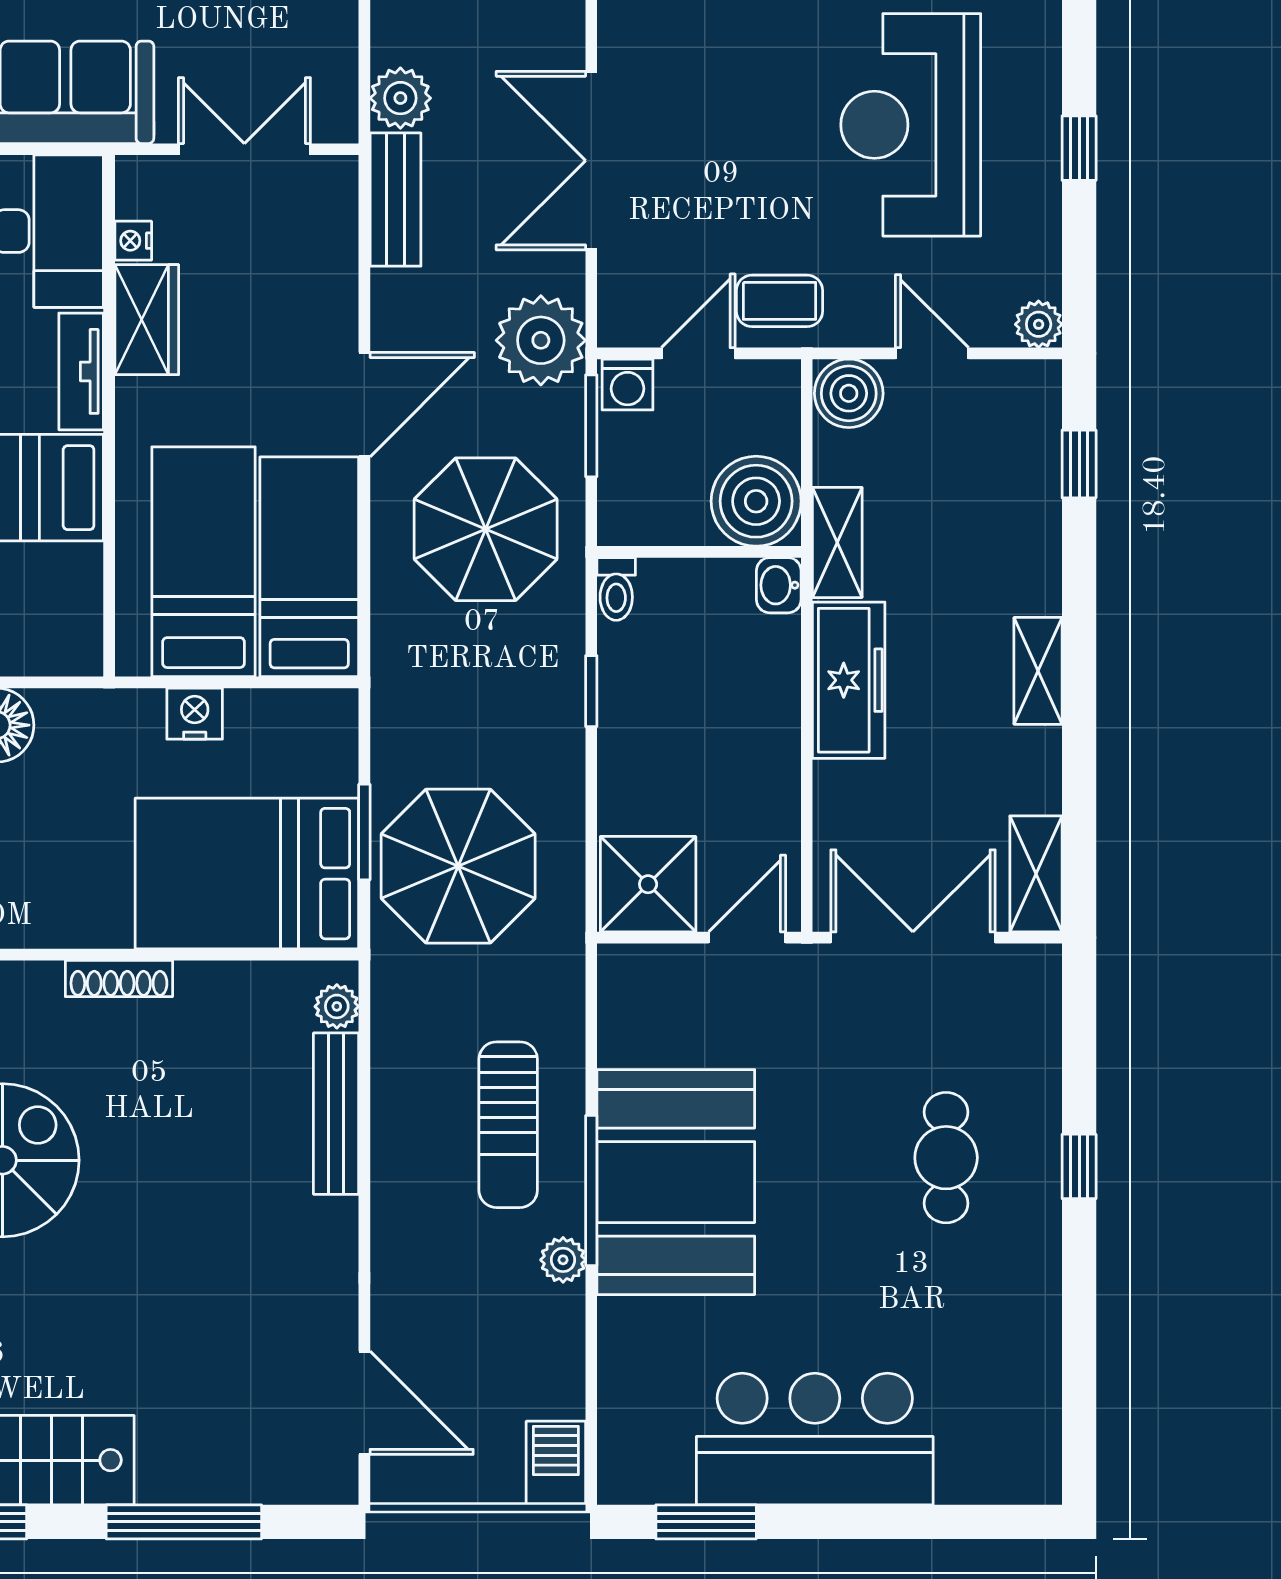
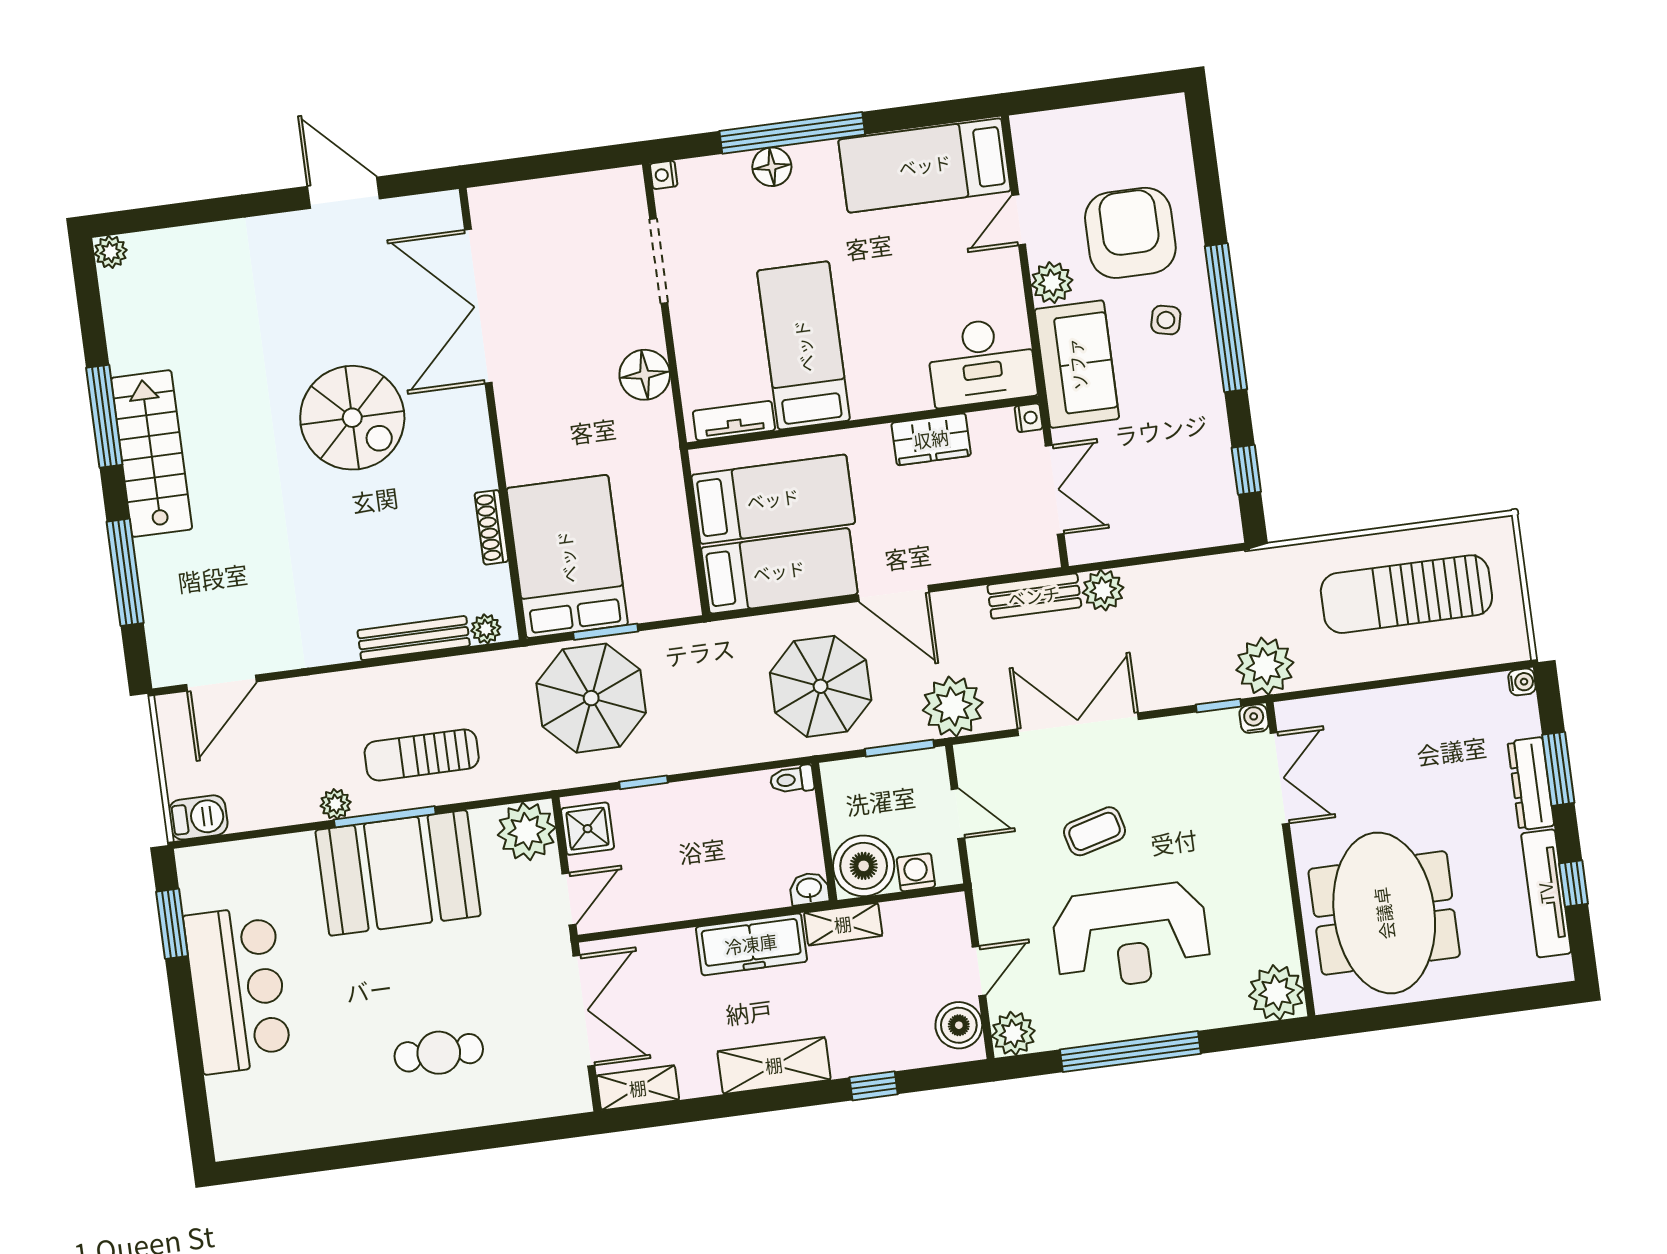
reception desk: (911, 125) -> (1131, 936), turned 180
window: (1079, 148) -> (1130, 1052), width x3.17
nightstand: (133, 241) -> (1029, 418), moved, turned 90
coffee table: (779, 301) -> (1095, 831), moved, turned 75
plant: (1039, 324) -> (1013, 1033), width x1.38, depth x1.38
tv unit: (81, 371) -> (734, 421), moved
washing machine: (627, 385) -> (916, 872), moved, turned 90
boiler: (849, 393) -> (959, 1025), moved
window: (1079, 464) -> (874, 1086), moved
shelving: (1038, 671) -> (774, 1065), width x1.50, depth x1.33
window: (591, 691) -> (643, 782), moved
nightstand: (195, 714) -> (670, 507), removed
shower: (648, 884) -> (588, 829), width x0.73, depth x0.73
door: (747, 938) -> (569, 899), hinge flipped
shoe rack: (119, 979) -> (491, 527), moved
plant: (640, 986) -> (527, 831), added
window: (1079, 1166) -> (445, 1143), removed

